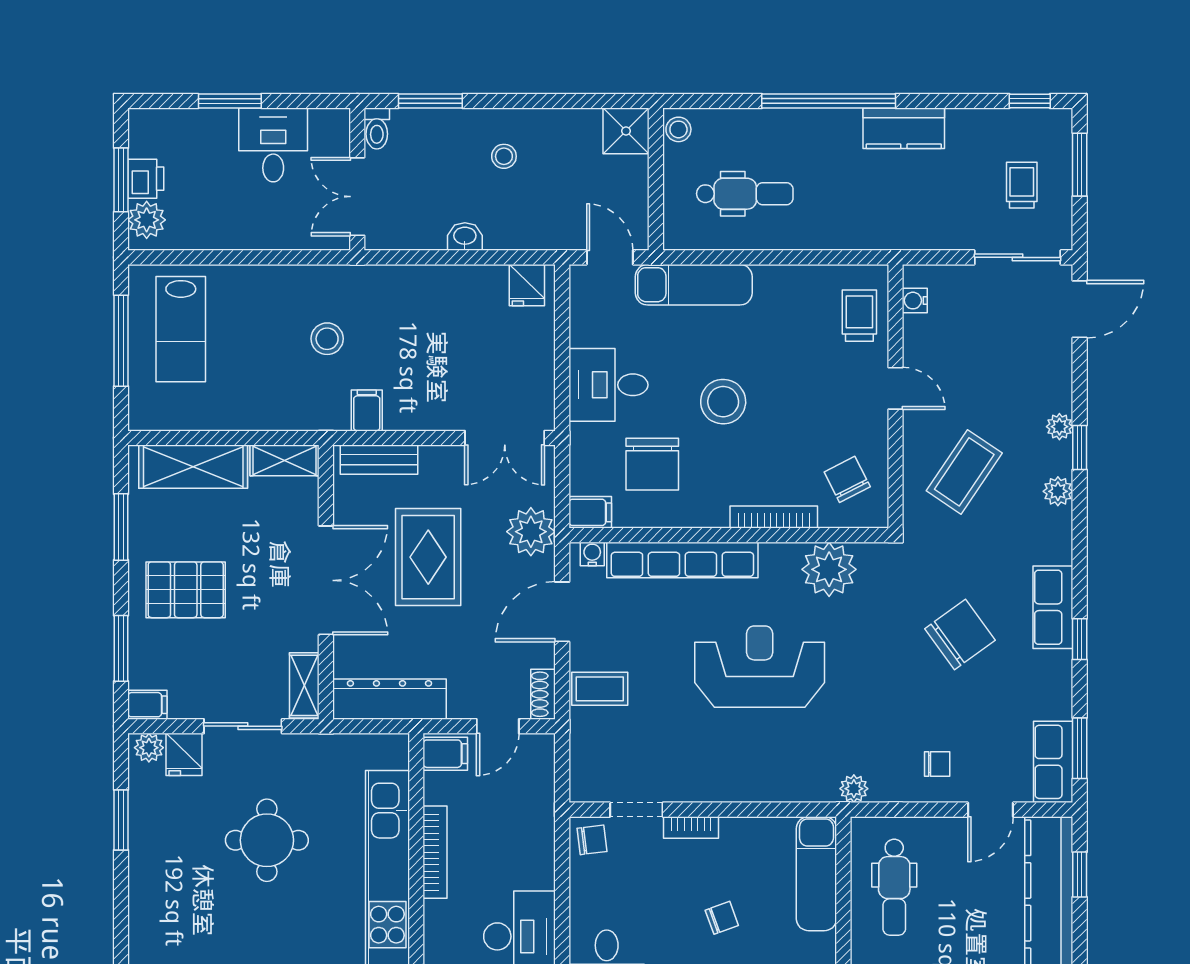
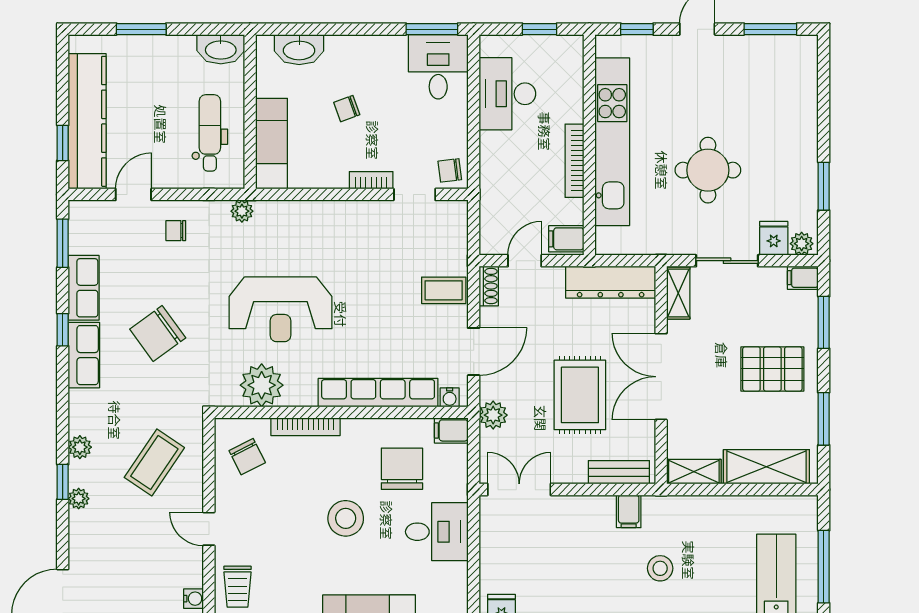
plant: (531, 532) -> (493, 415), width x0.73, depth x0.73
reception desk: (760, 667) -> (280, 309), moved
row of seats: (1053, 762) -> (84, 288), moved

